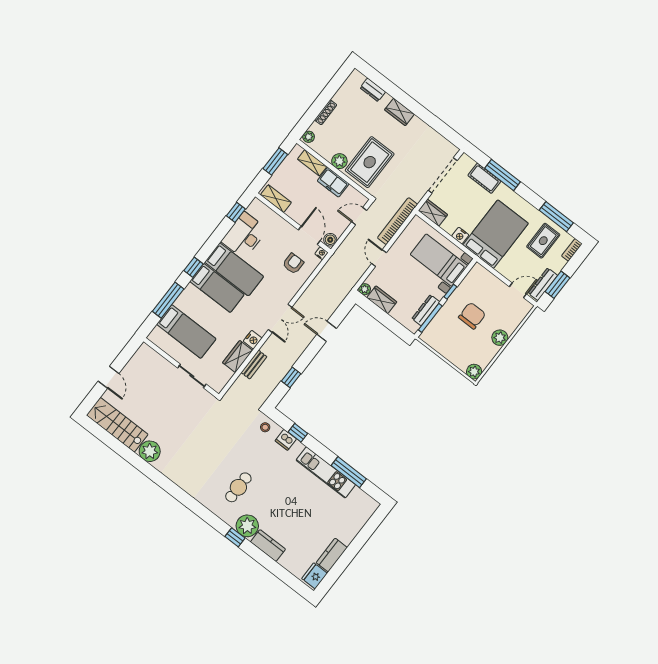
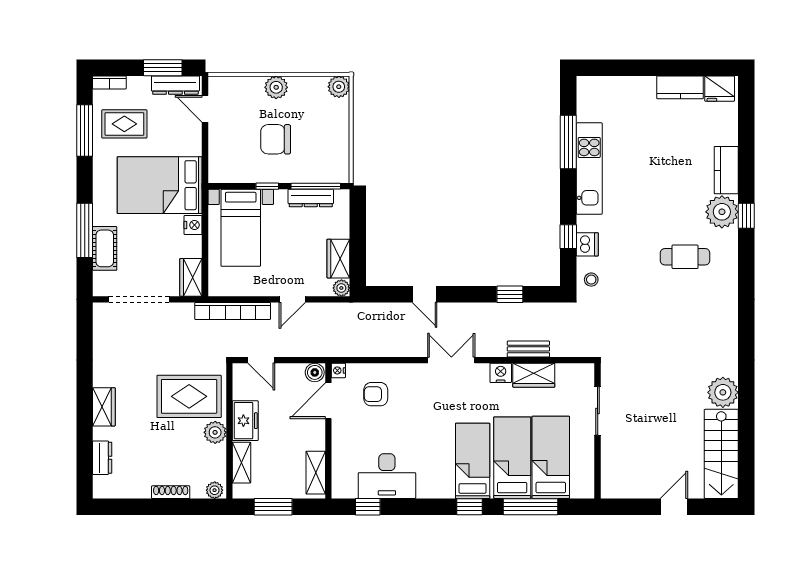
bed: (234, 269) -> (512, 458), moved

